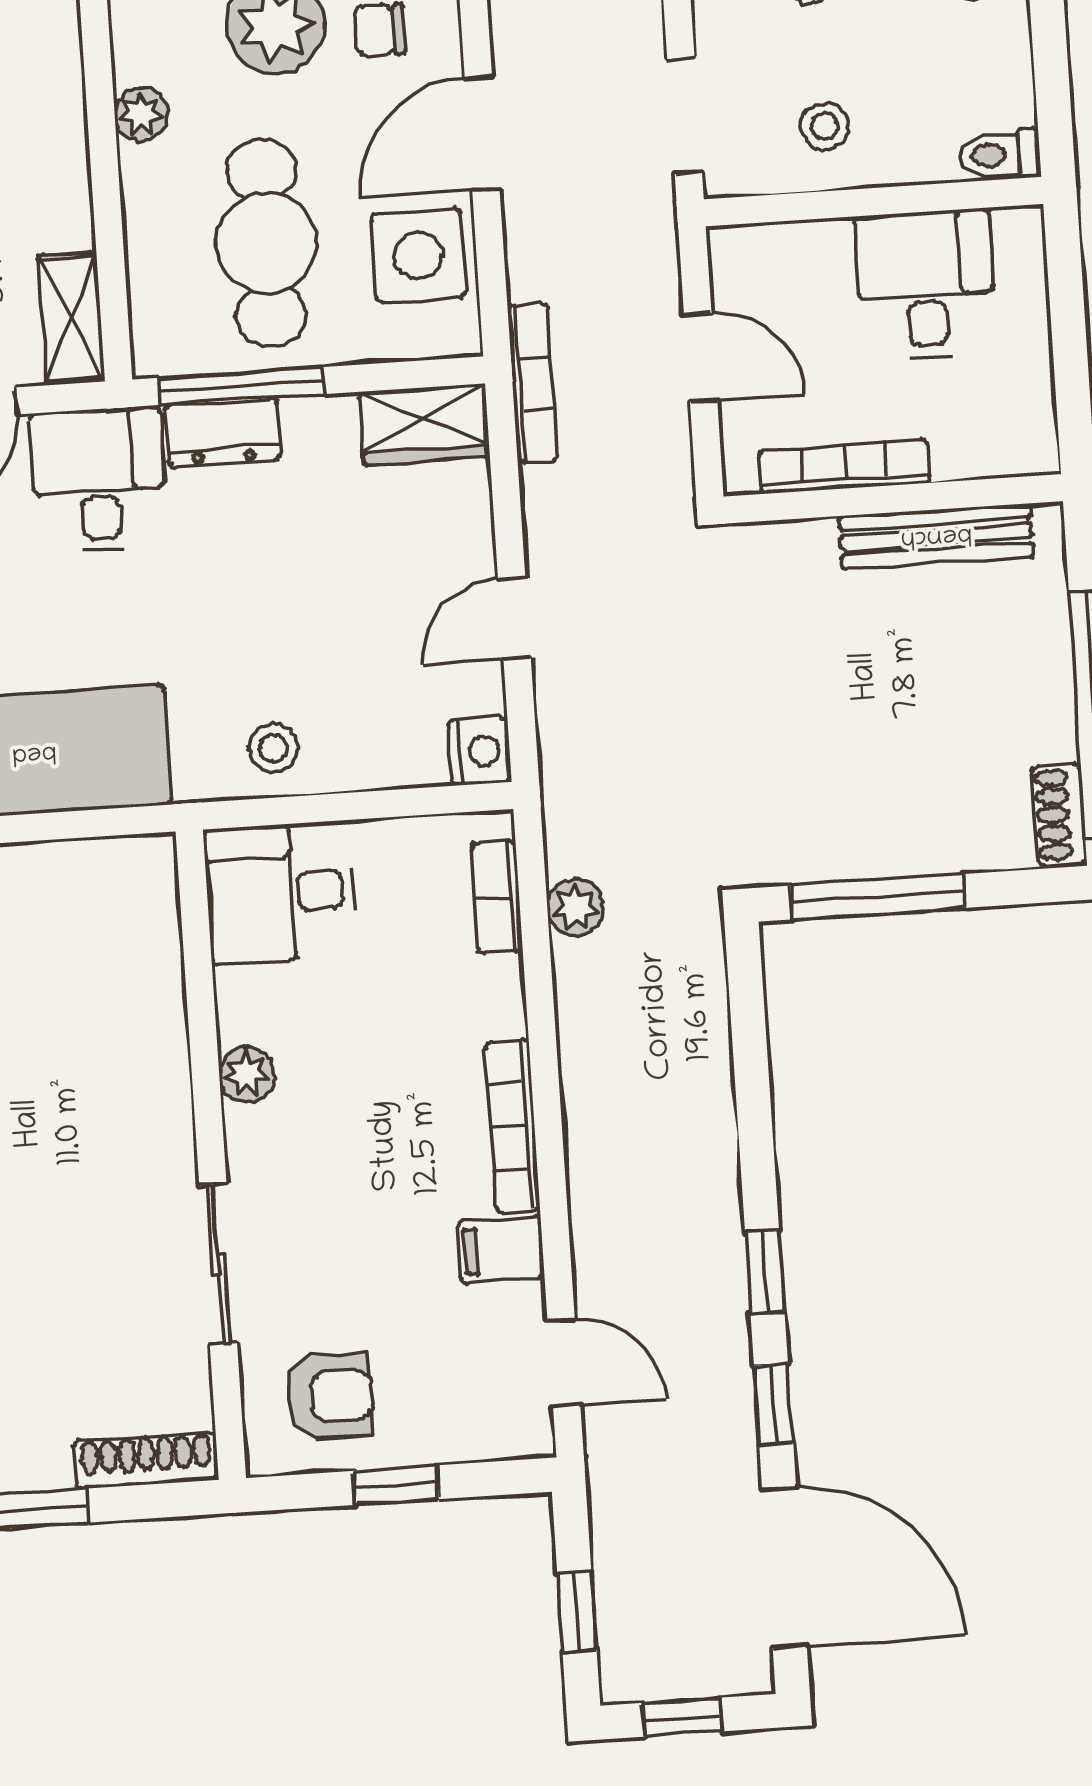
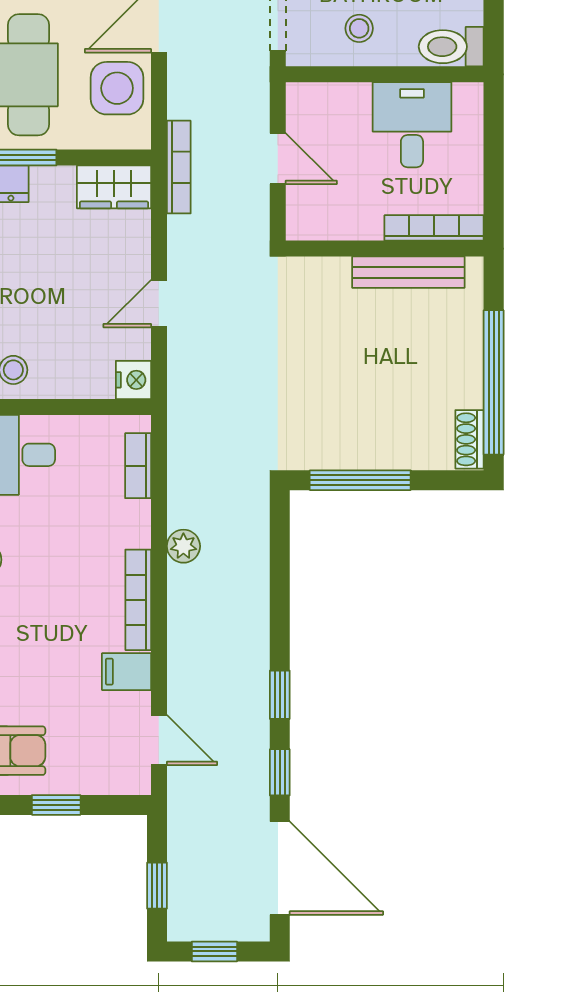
toilet: (1000, 155) -> (451, 47), width x1.37, depth x1.39
bookcase: (844, 467) -> (434, 228), moved
plant: (576, 907) -> (183, 546), moved

